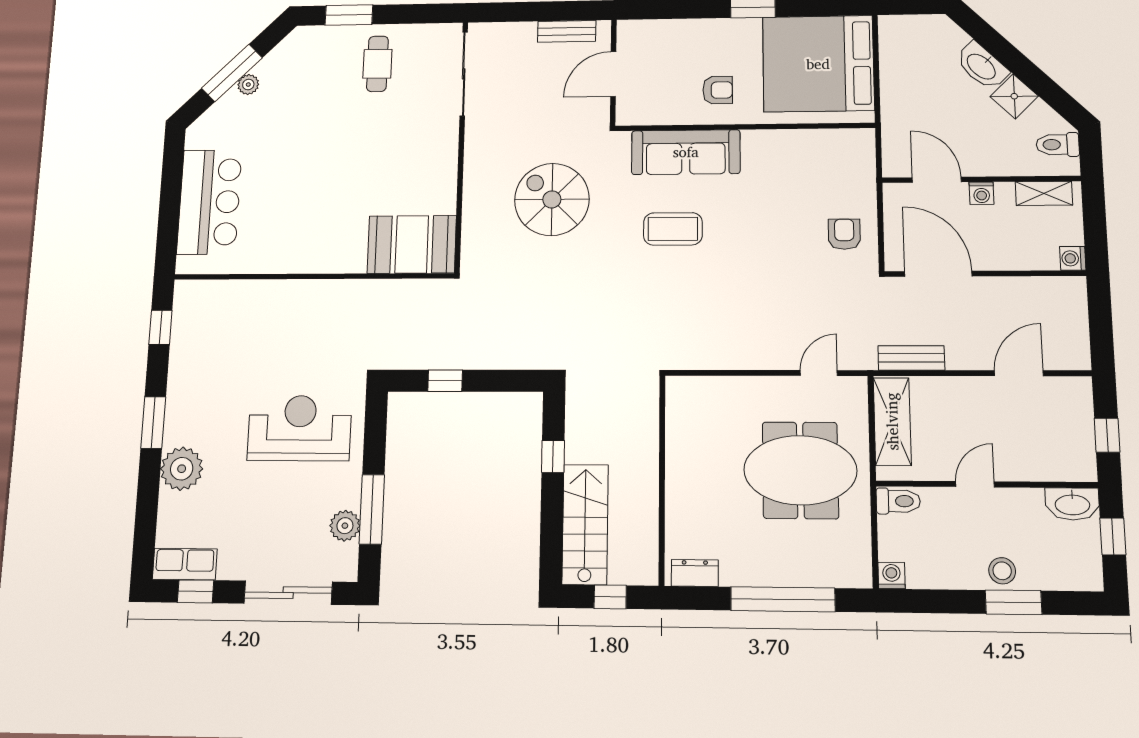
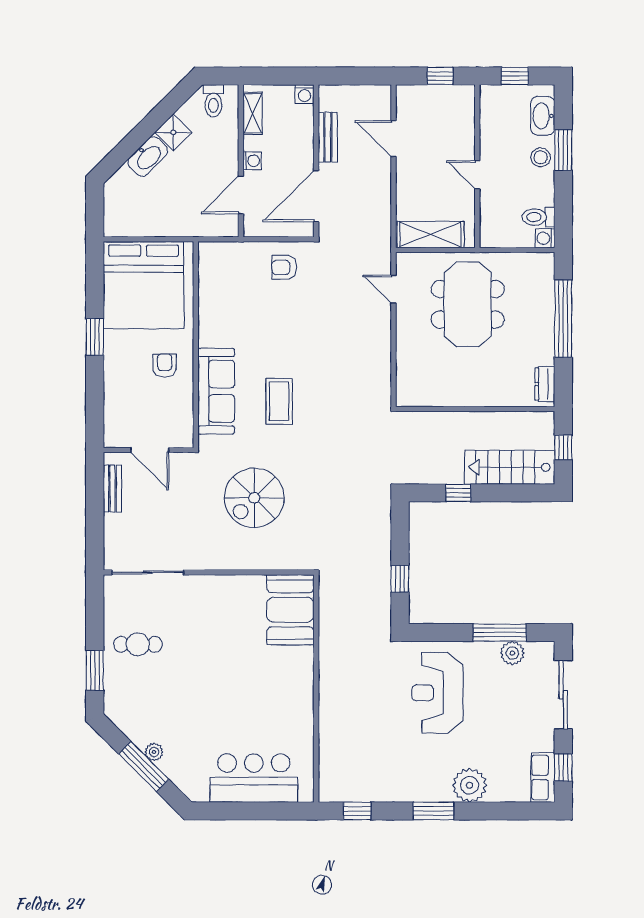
bench: (911, 358) -> (328, 137), moved
toilet: (898, 501) -> (538, 217), moved, turned -90
washbasin: (1072, 504) -> (543, 116), moved, turned 180

